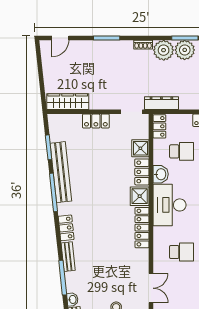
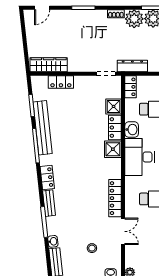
locker: (96, 121) -> (61, 82), moved
locker: (142, 228) -> (115, 198), moved

